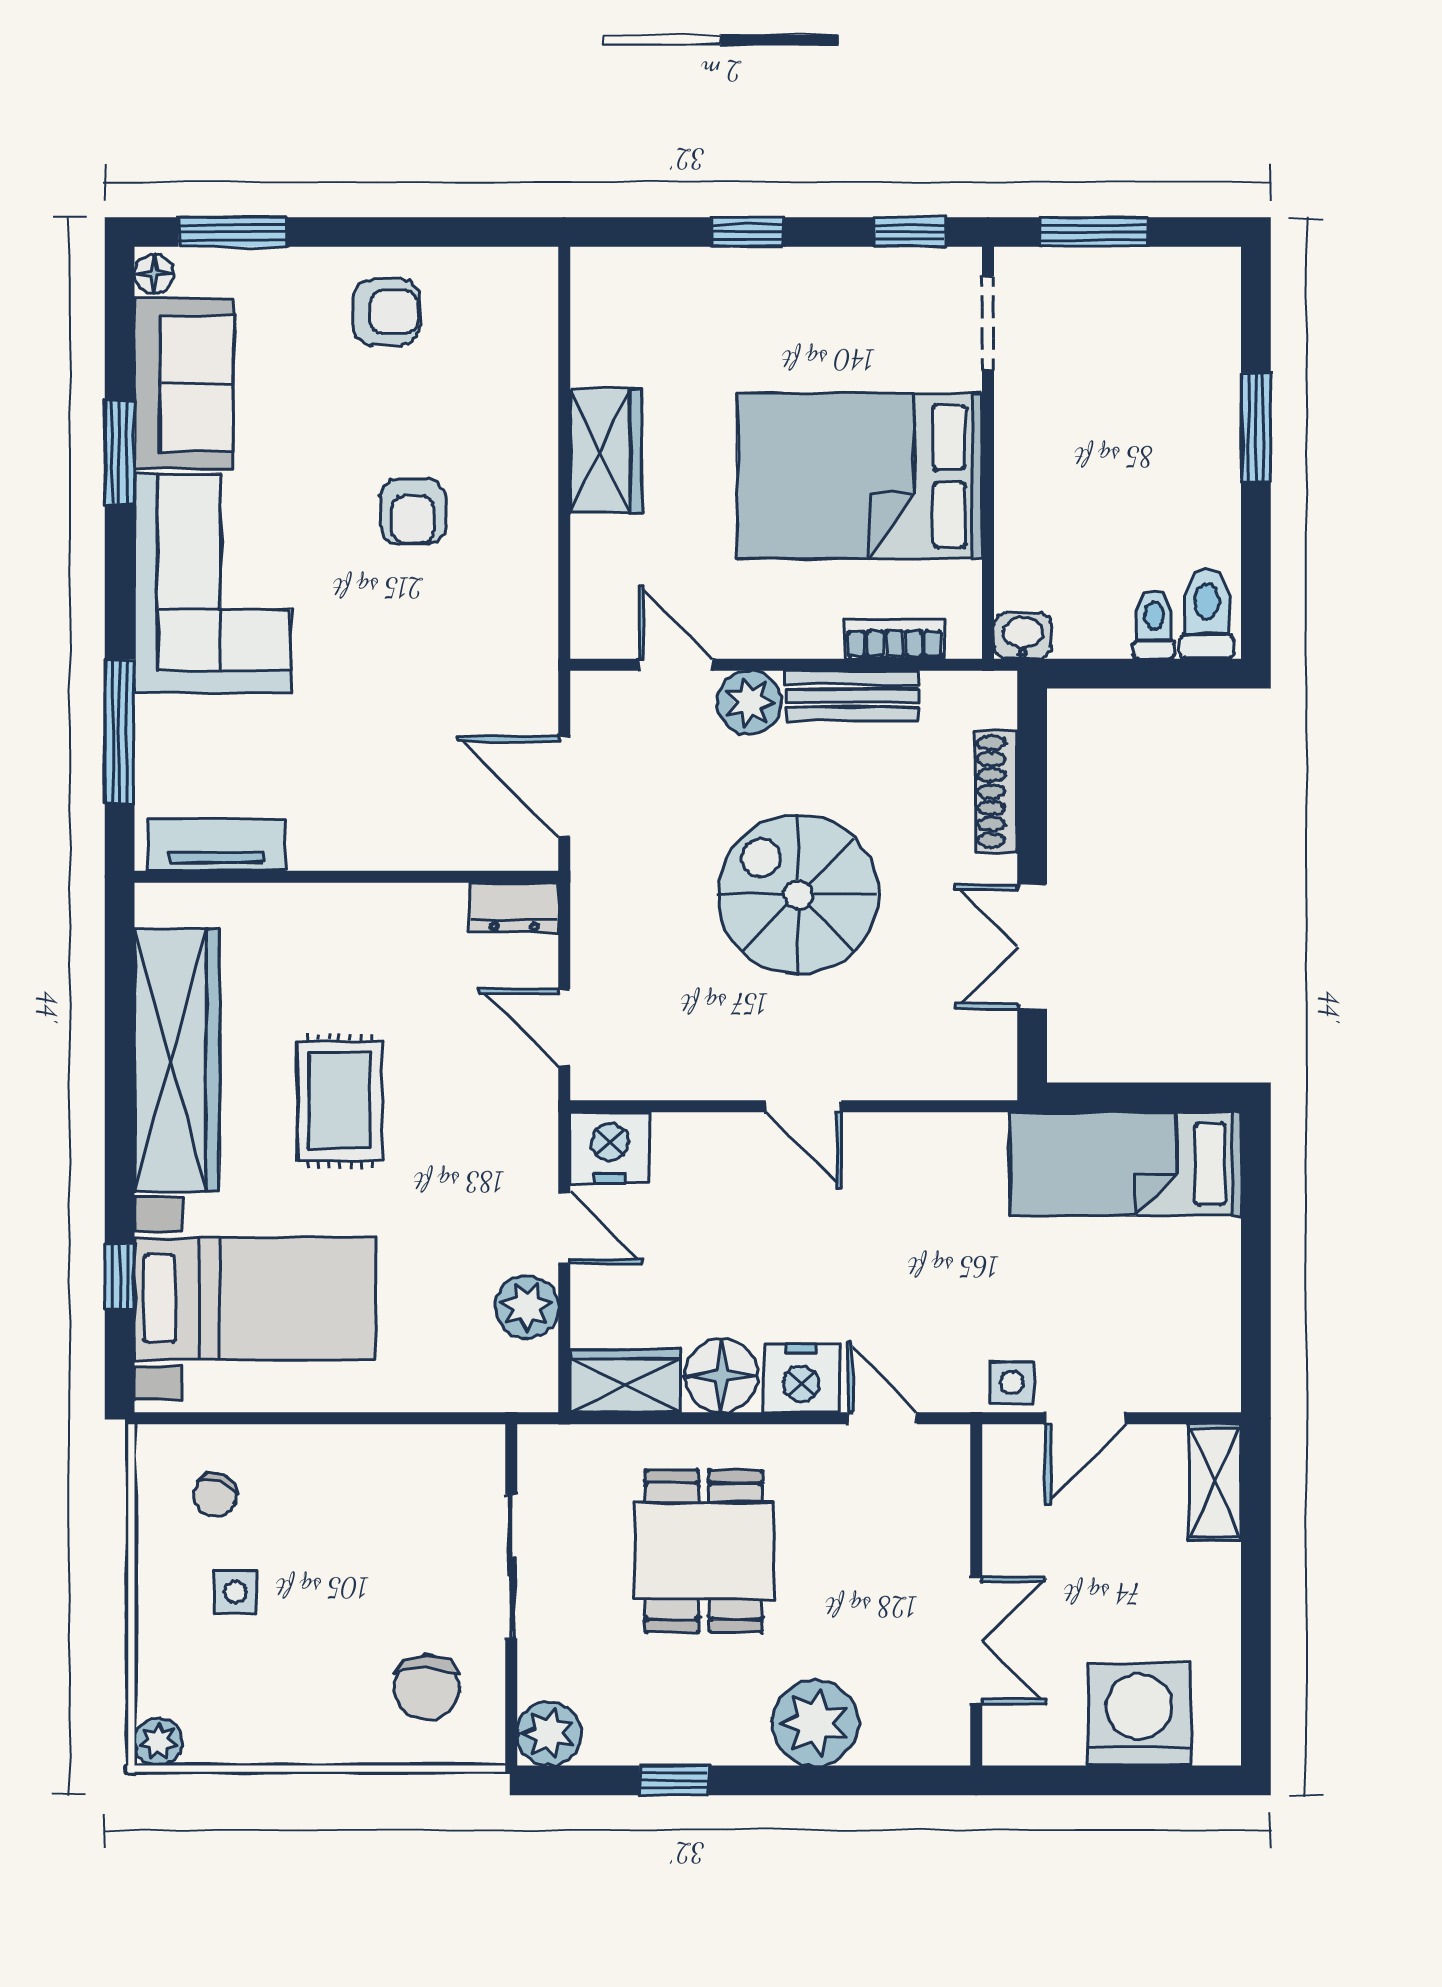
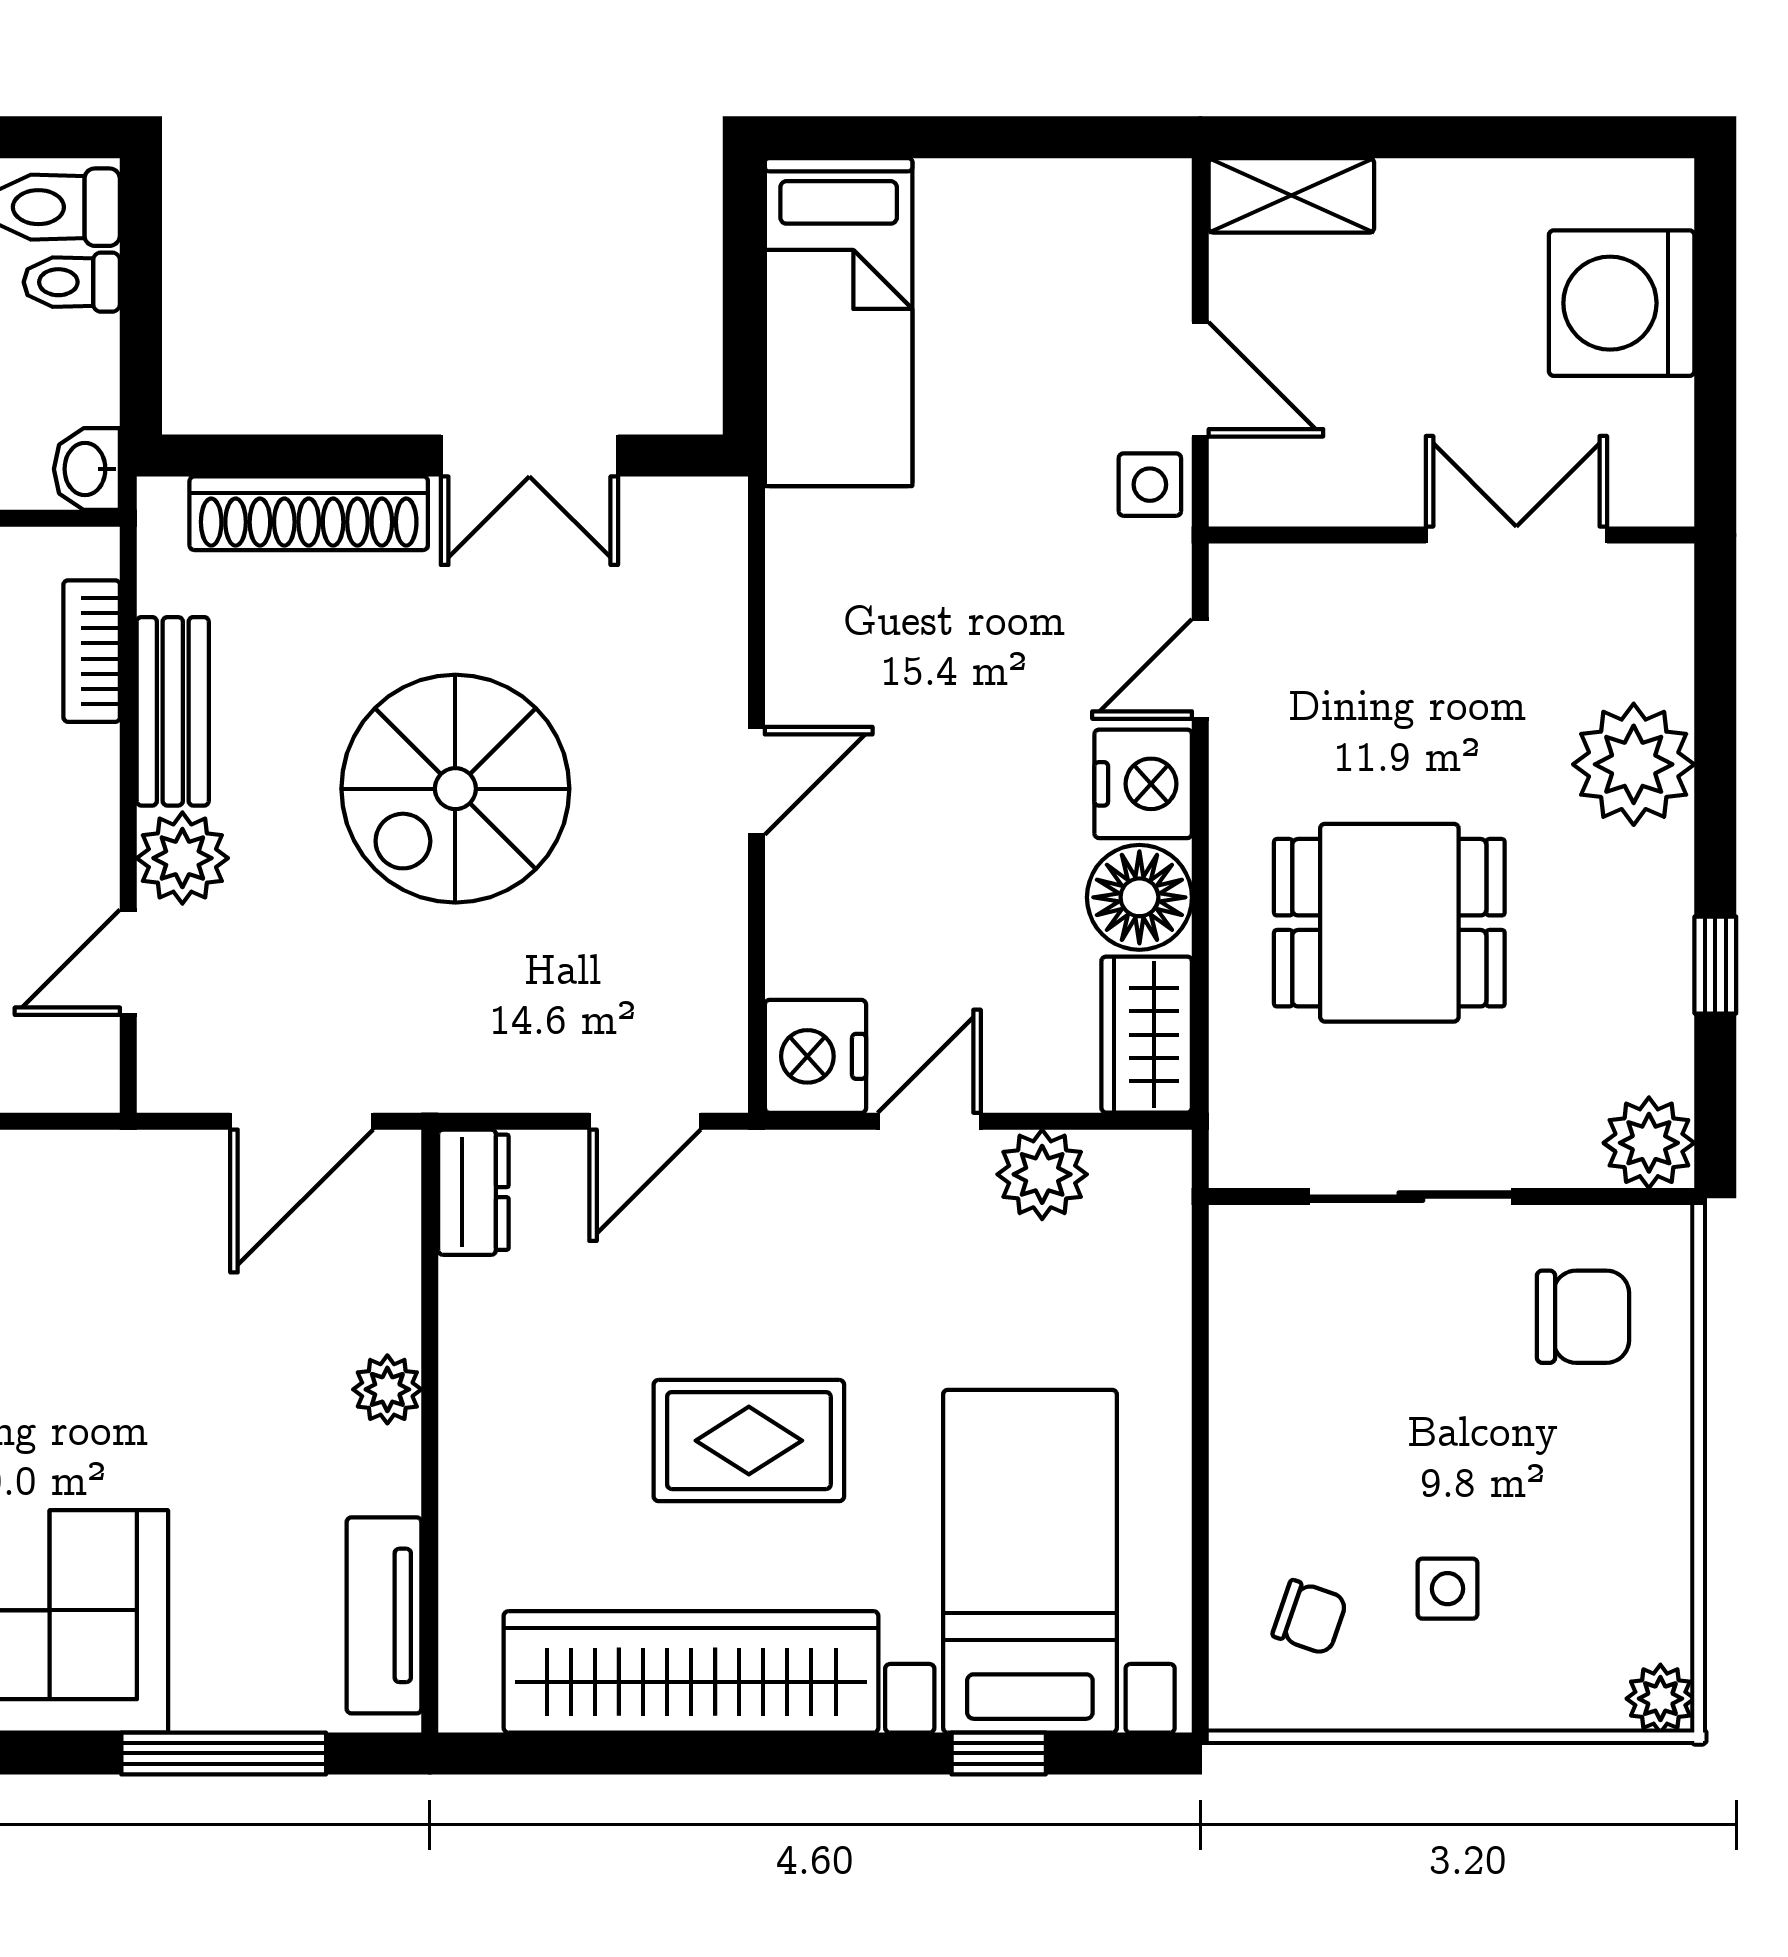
shoe rack: (997, 792) -> (309, 513), width x1.36, depth x1.24
plant: (376, 847) -> (387, 1389), added

